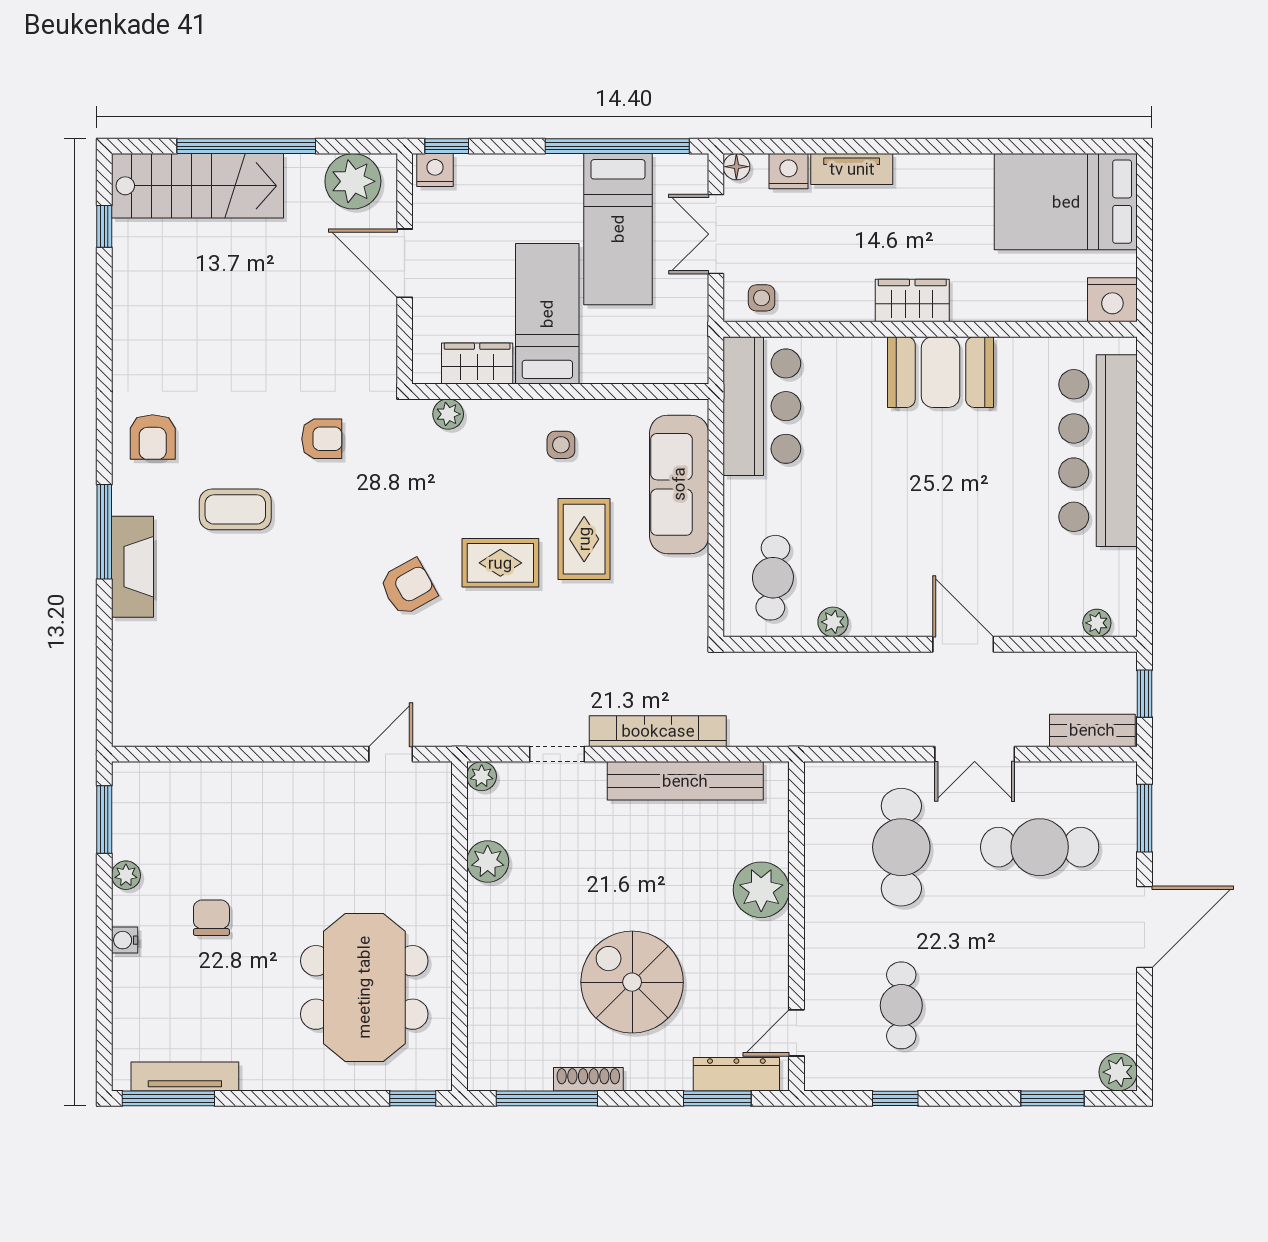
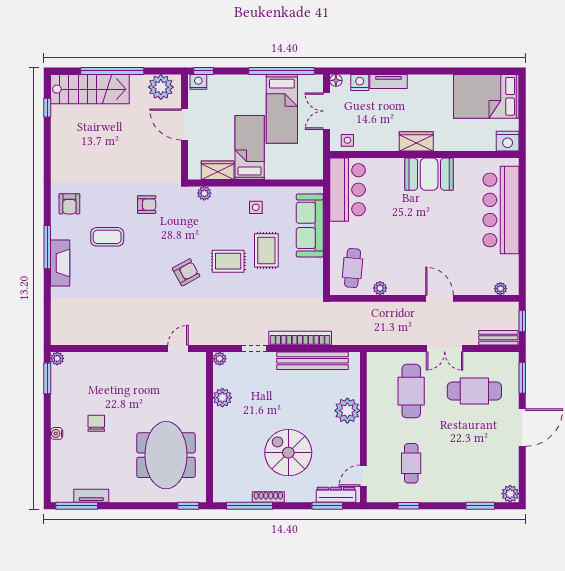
plant: (126, 875) -> (57, 358), moved
tv unit: (185, 1077) -> (91, 496), width x0.71

